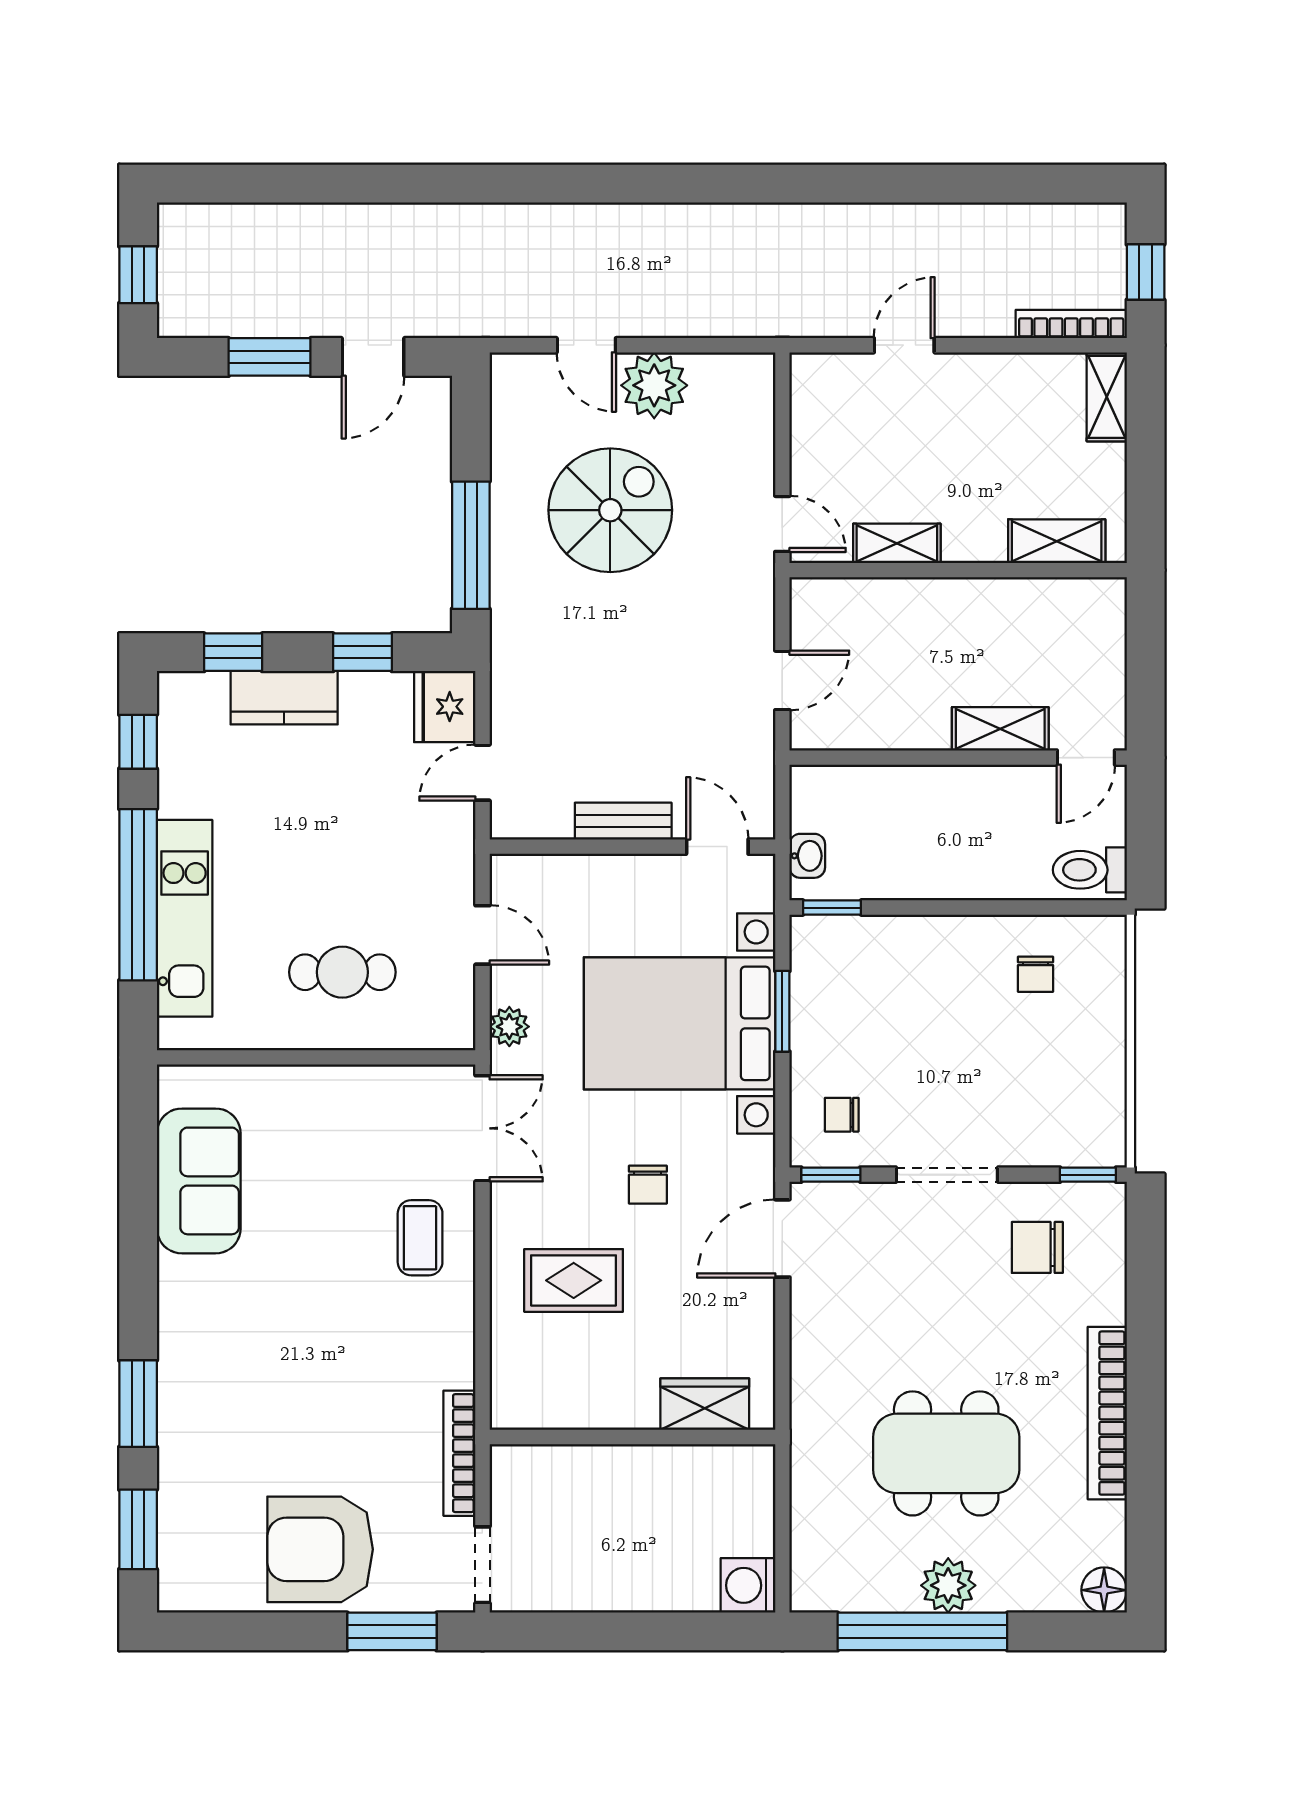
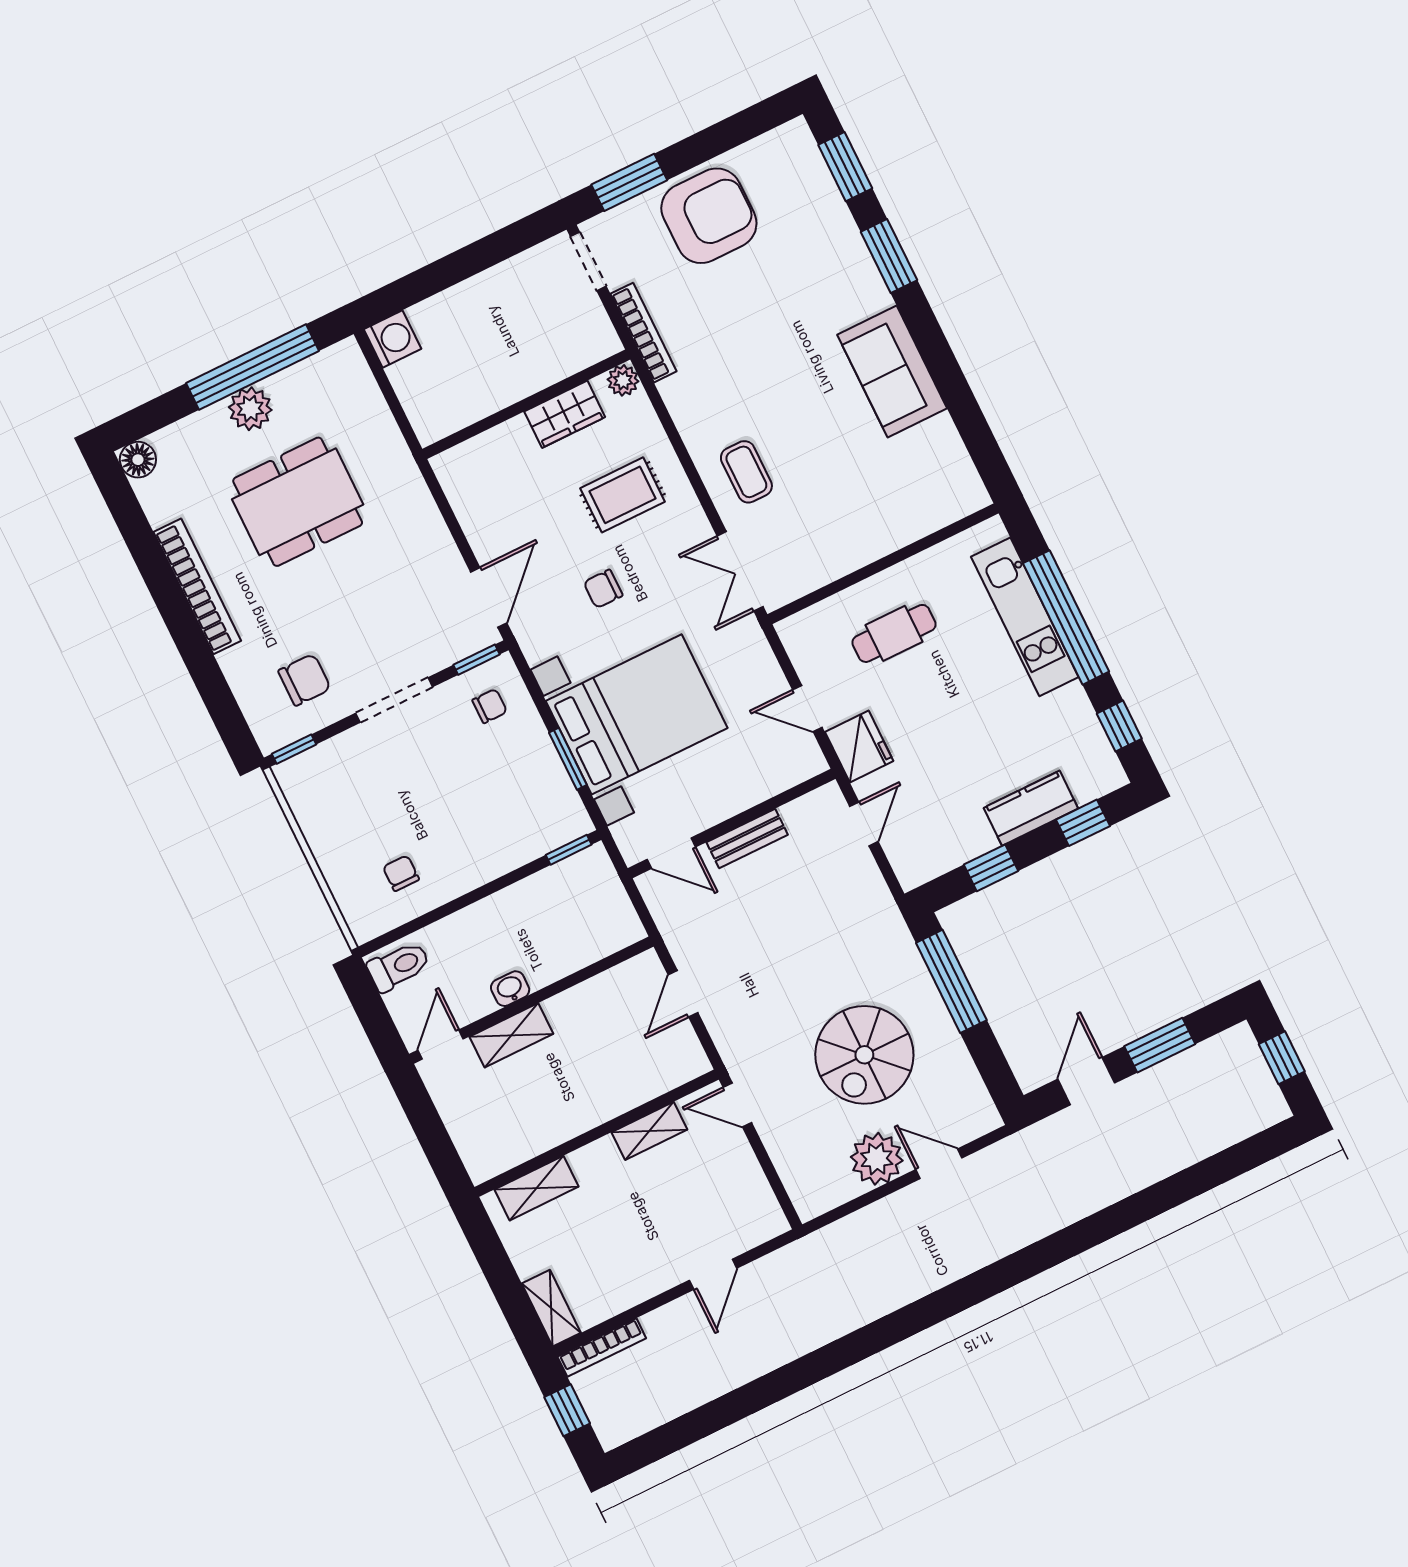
fridge: (445, 707) -> (859, 746), moved
washbasin: (807, 856) -> (510, 989), moved, turned 90
plant: (509, 1027) -> (623, 380), moved
sofa: (199, 1181) -> (892, 371), moved
chair: (648, 1185) -> (603, 589), turned -90
wardrobe: (705, 1404) -> (565, 414), moved

